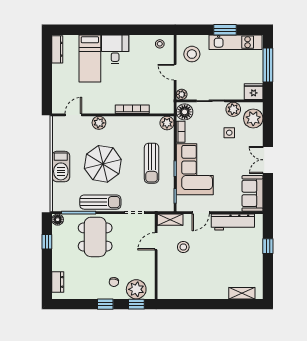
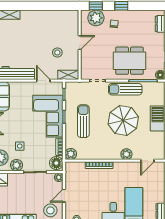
door: (175, 72) -> (64, 196), swing flipped
door: (201, 213) -> (43, 81), hinge flipped
dining table: (95, 237) -> (129, 61), turned 90
door: (156, 241) -> (80, 43), moved

